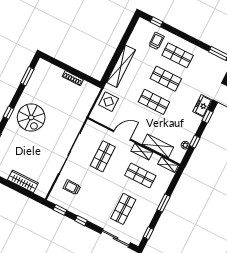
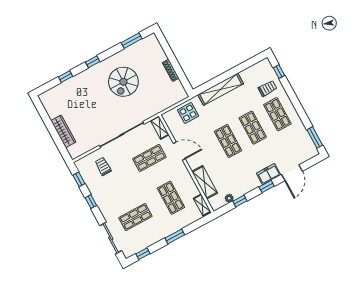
spiral stairs: (31, 118) -> (123, 82), moved
shelving: (142, 152) -> (160, 128), moved

